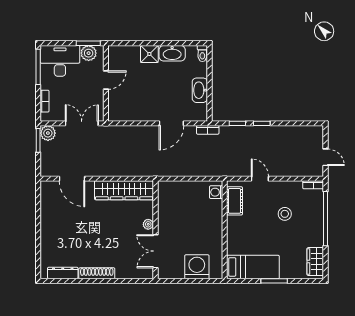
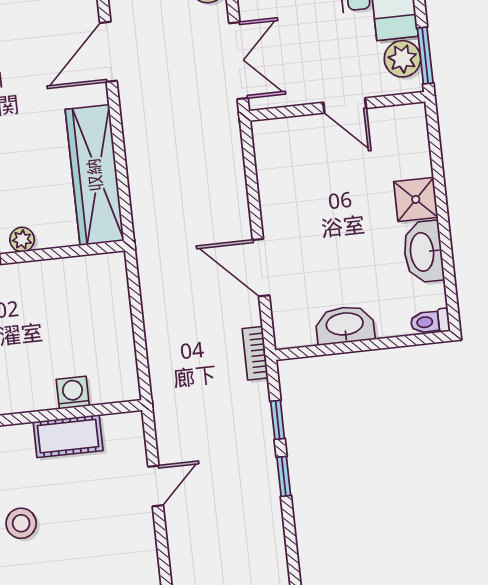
washing machine: (216, 192) -> (73, 393), moved
cot: (235, 201) -> (68, 436), moved
stool: (285, 214) -> (21, 523), moved

